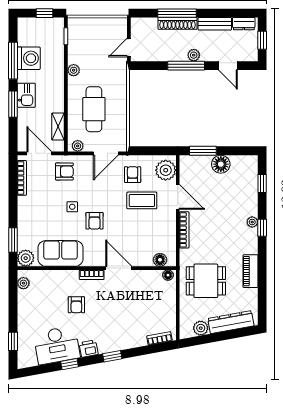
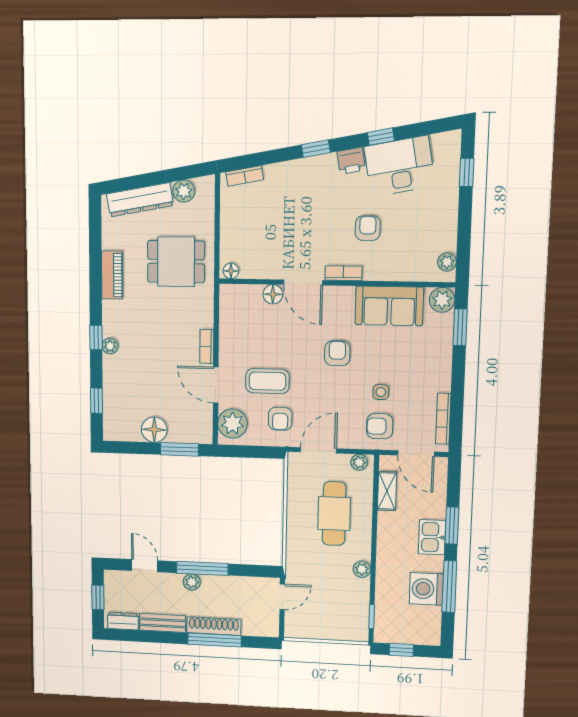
side table: (72, 207) -> (381, 392), moved
bookcase: (184, 230) -> (207, 346), width x0.64
floor lamp: (160, 260) -> (273, 294), moved

